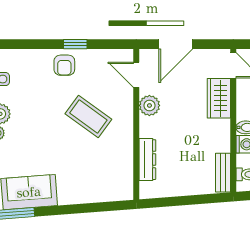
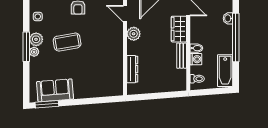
coffee table: (88, 116) -> (67, 42), moved, turned -46
bench: (223, 173) -> (182, 56), moved

